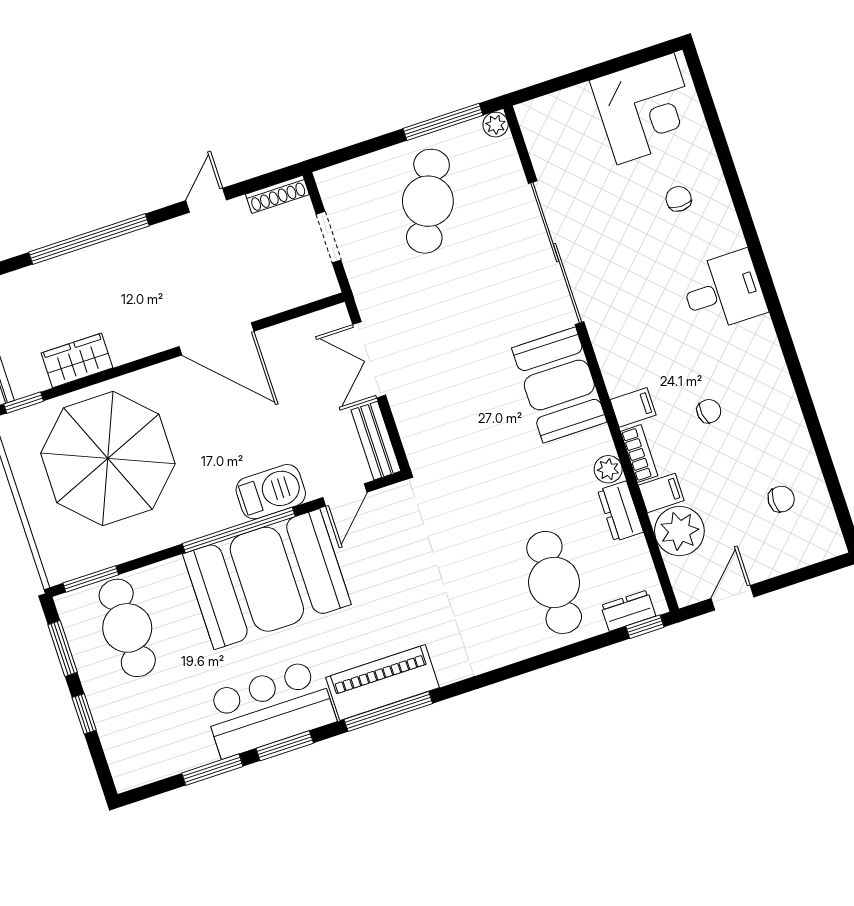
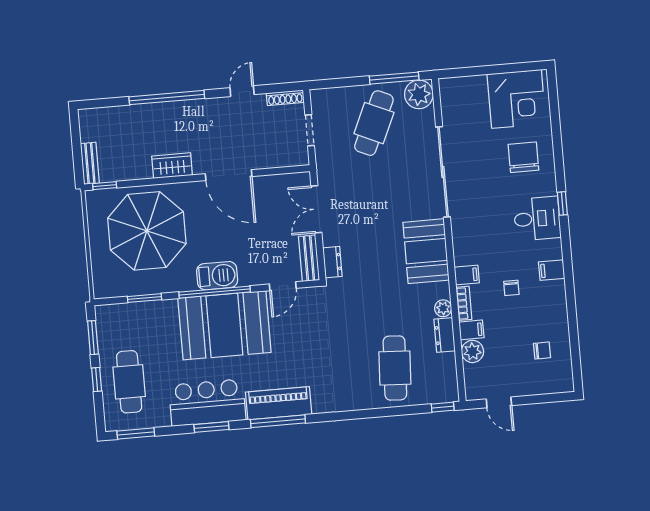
plant: (496, 125) -> (419, 94), width x1.88, depth x1.88
chair: (679, 199) -> (523, 157), width x1.87, depth x1.87
window: (758, 258) -> (562, 203), added
wardrobe: (77, 360) -> (172, 166), moved
filing cabinet: (766, 368) -> (552, 270), added
chair: (709, 411) -> (511, 288), turned 99
barbecue: (271, 492) -> (217, 276), moved
plant: (679, 531) -> (472, 351), width x0.73, depth x0.73
window: (91, 579) -> (144, 298), moved
door: (732, 598) -> (499, 402), swing flipped
dresser: (628, 611) -> (332, 262), moved, turned 90
cafe table: (127, 628) -> (129, 382), moved
window: (212, 770) -> (136, 433), moved

